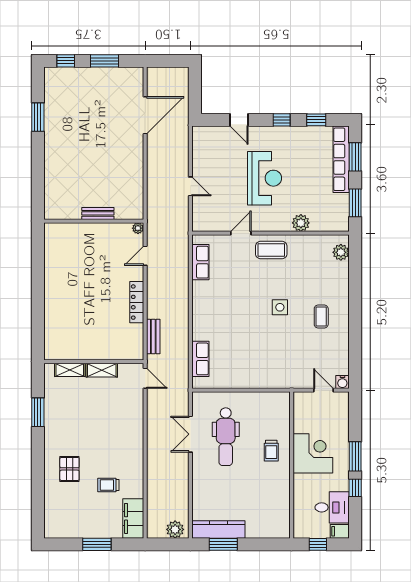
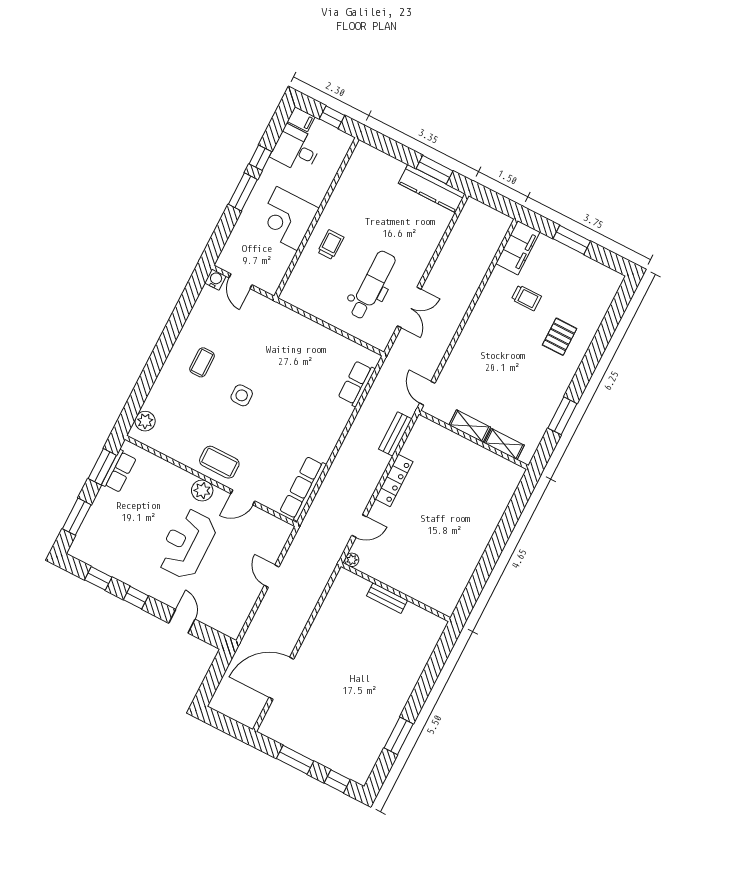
row of seats: (341, 159) -> (119, 471), moved, width x0.50
plant: (301, 223) -> (202, 491), moved
row of seats: (200, 262) -> (303, 488), width x1.48
plant: (175, 529) -> (479, 213), removed

